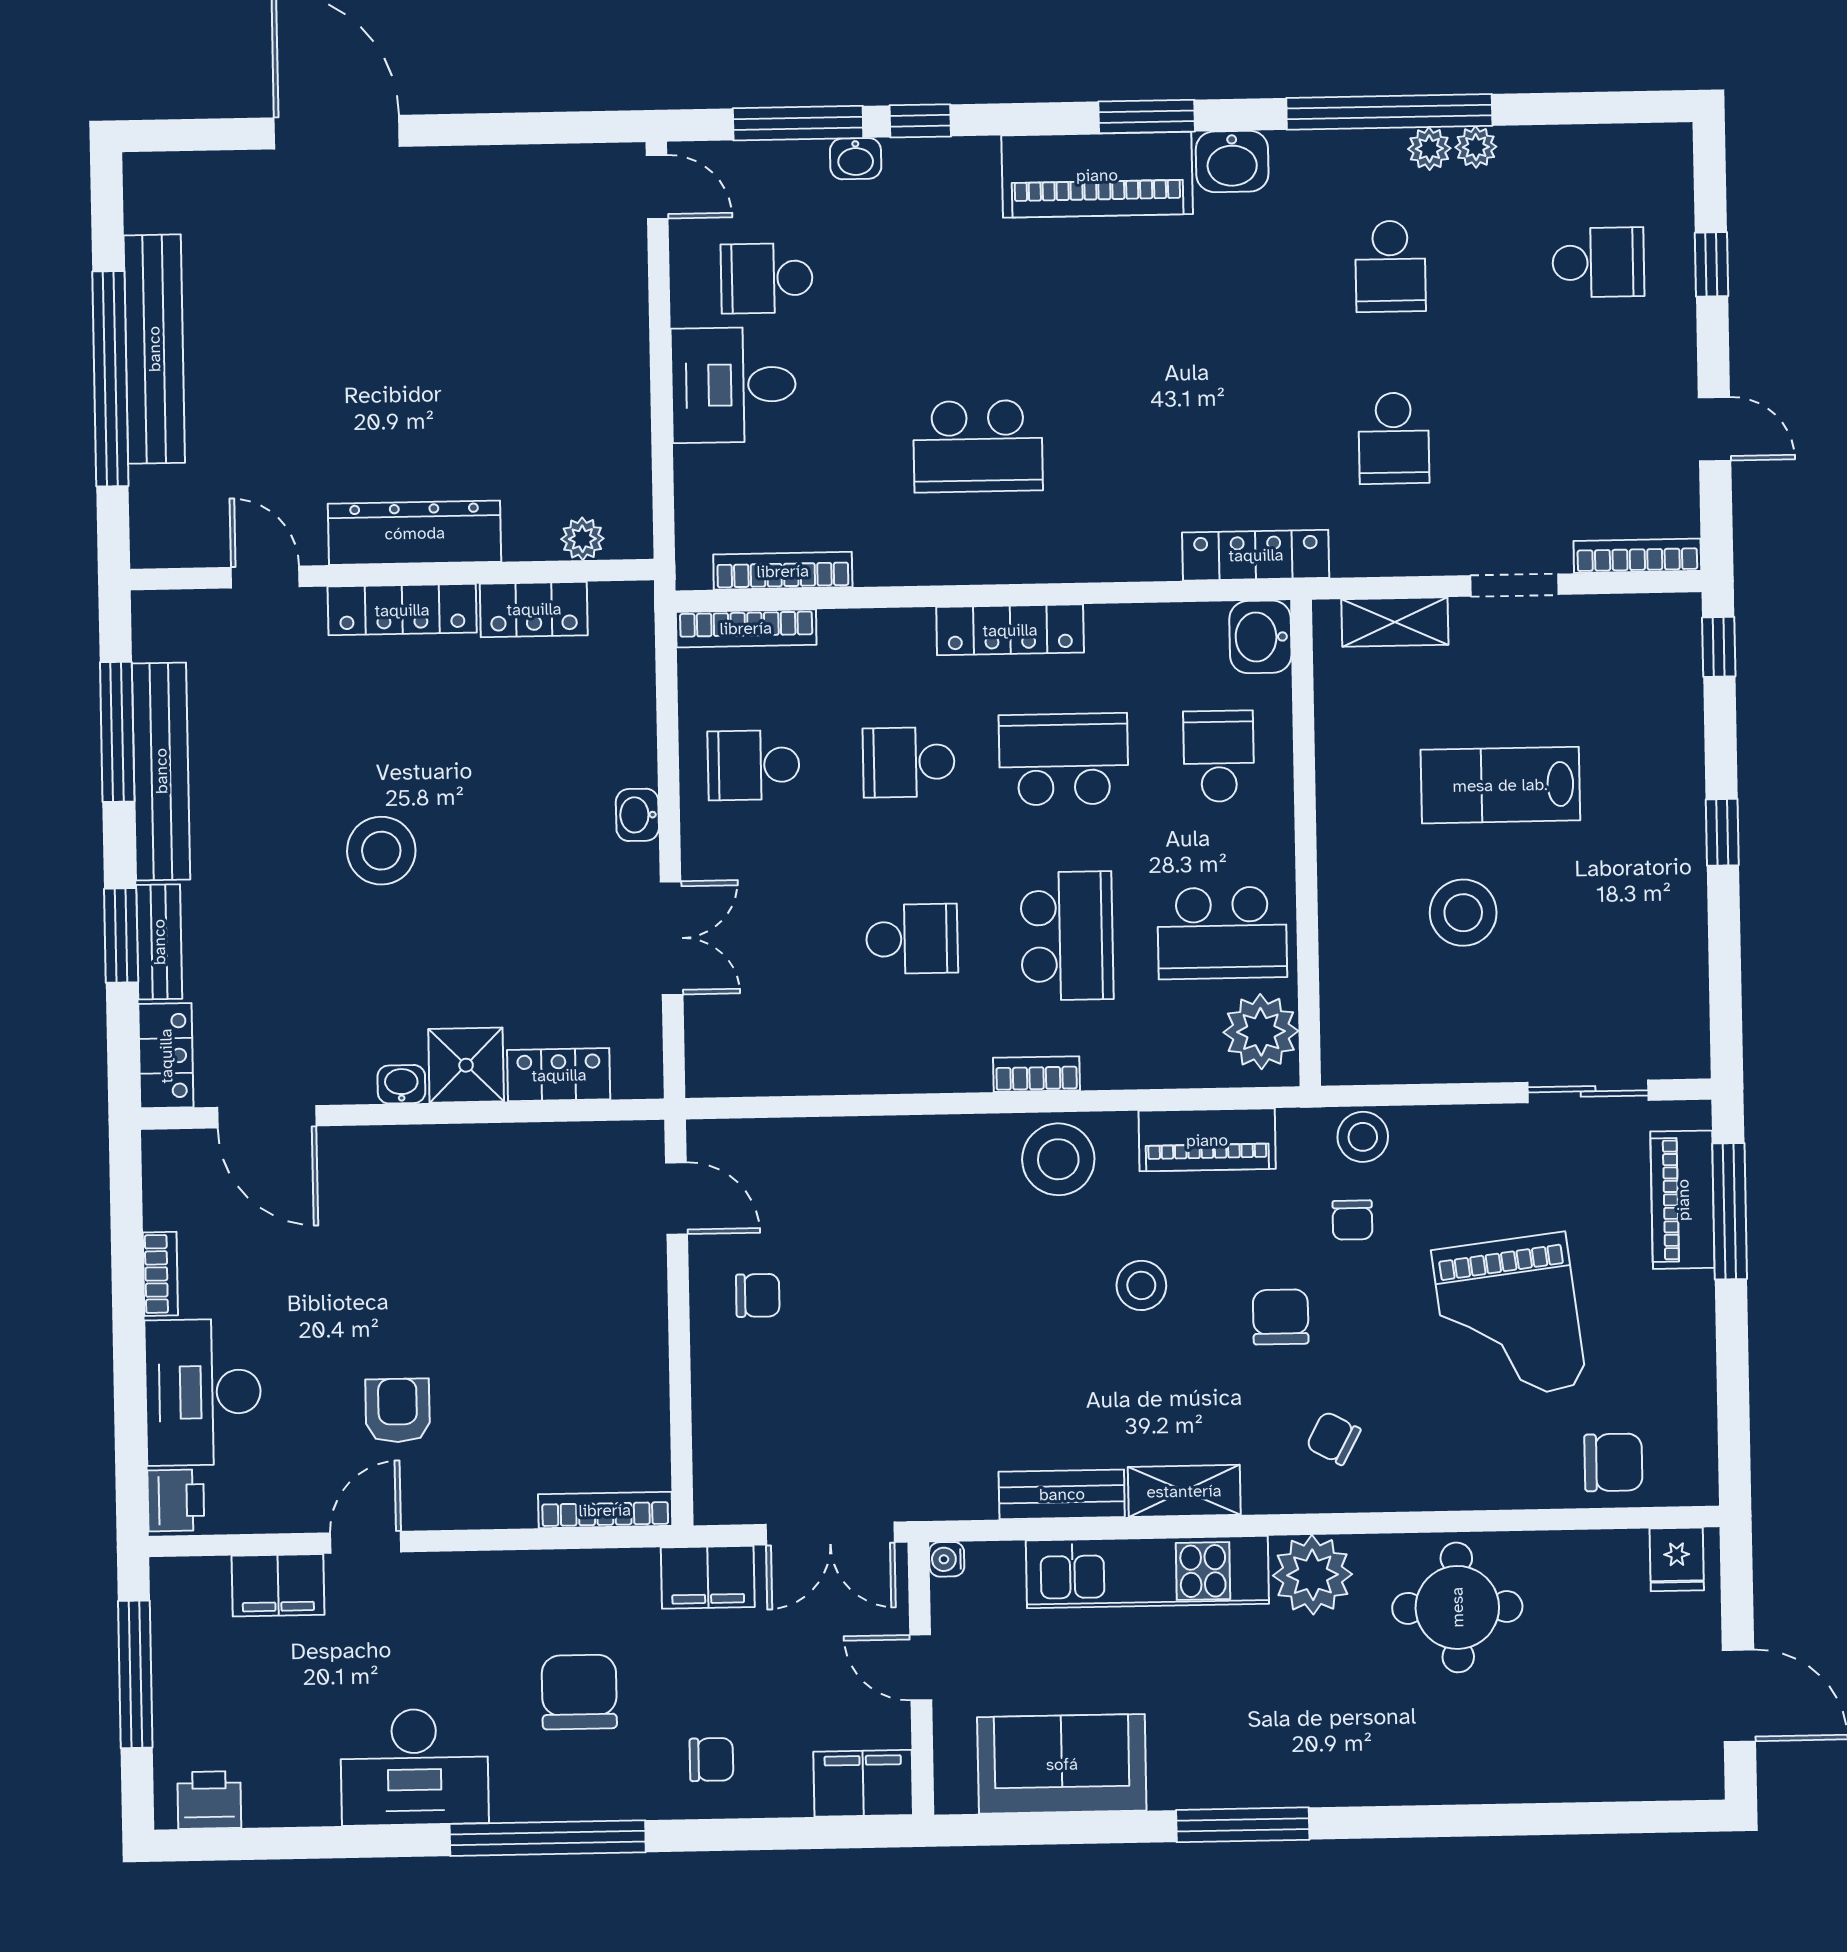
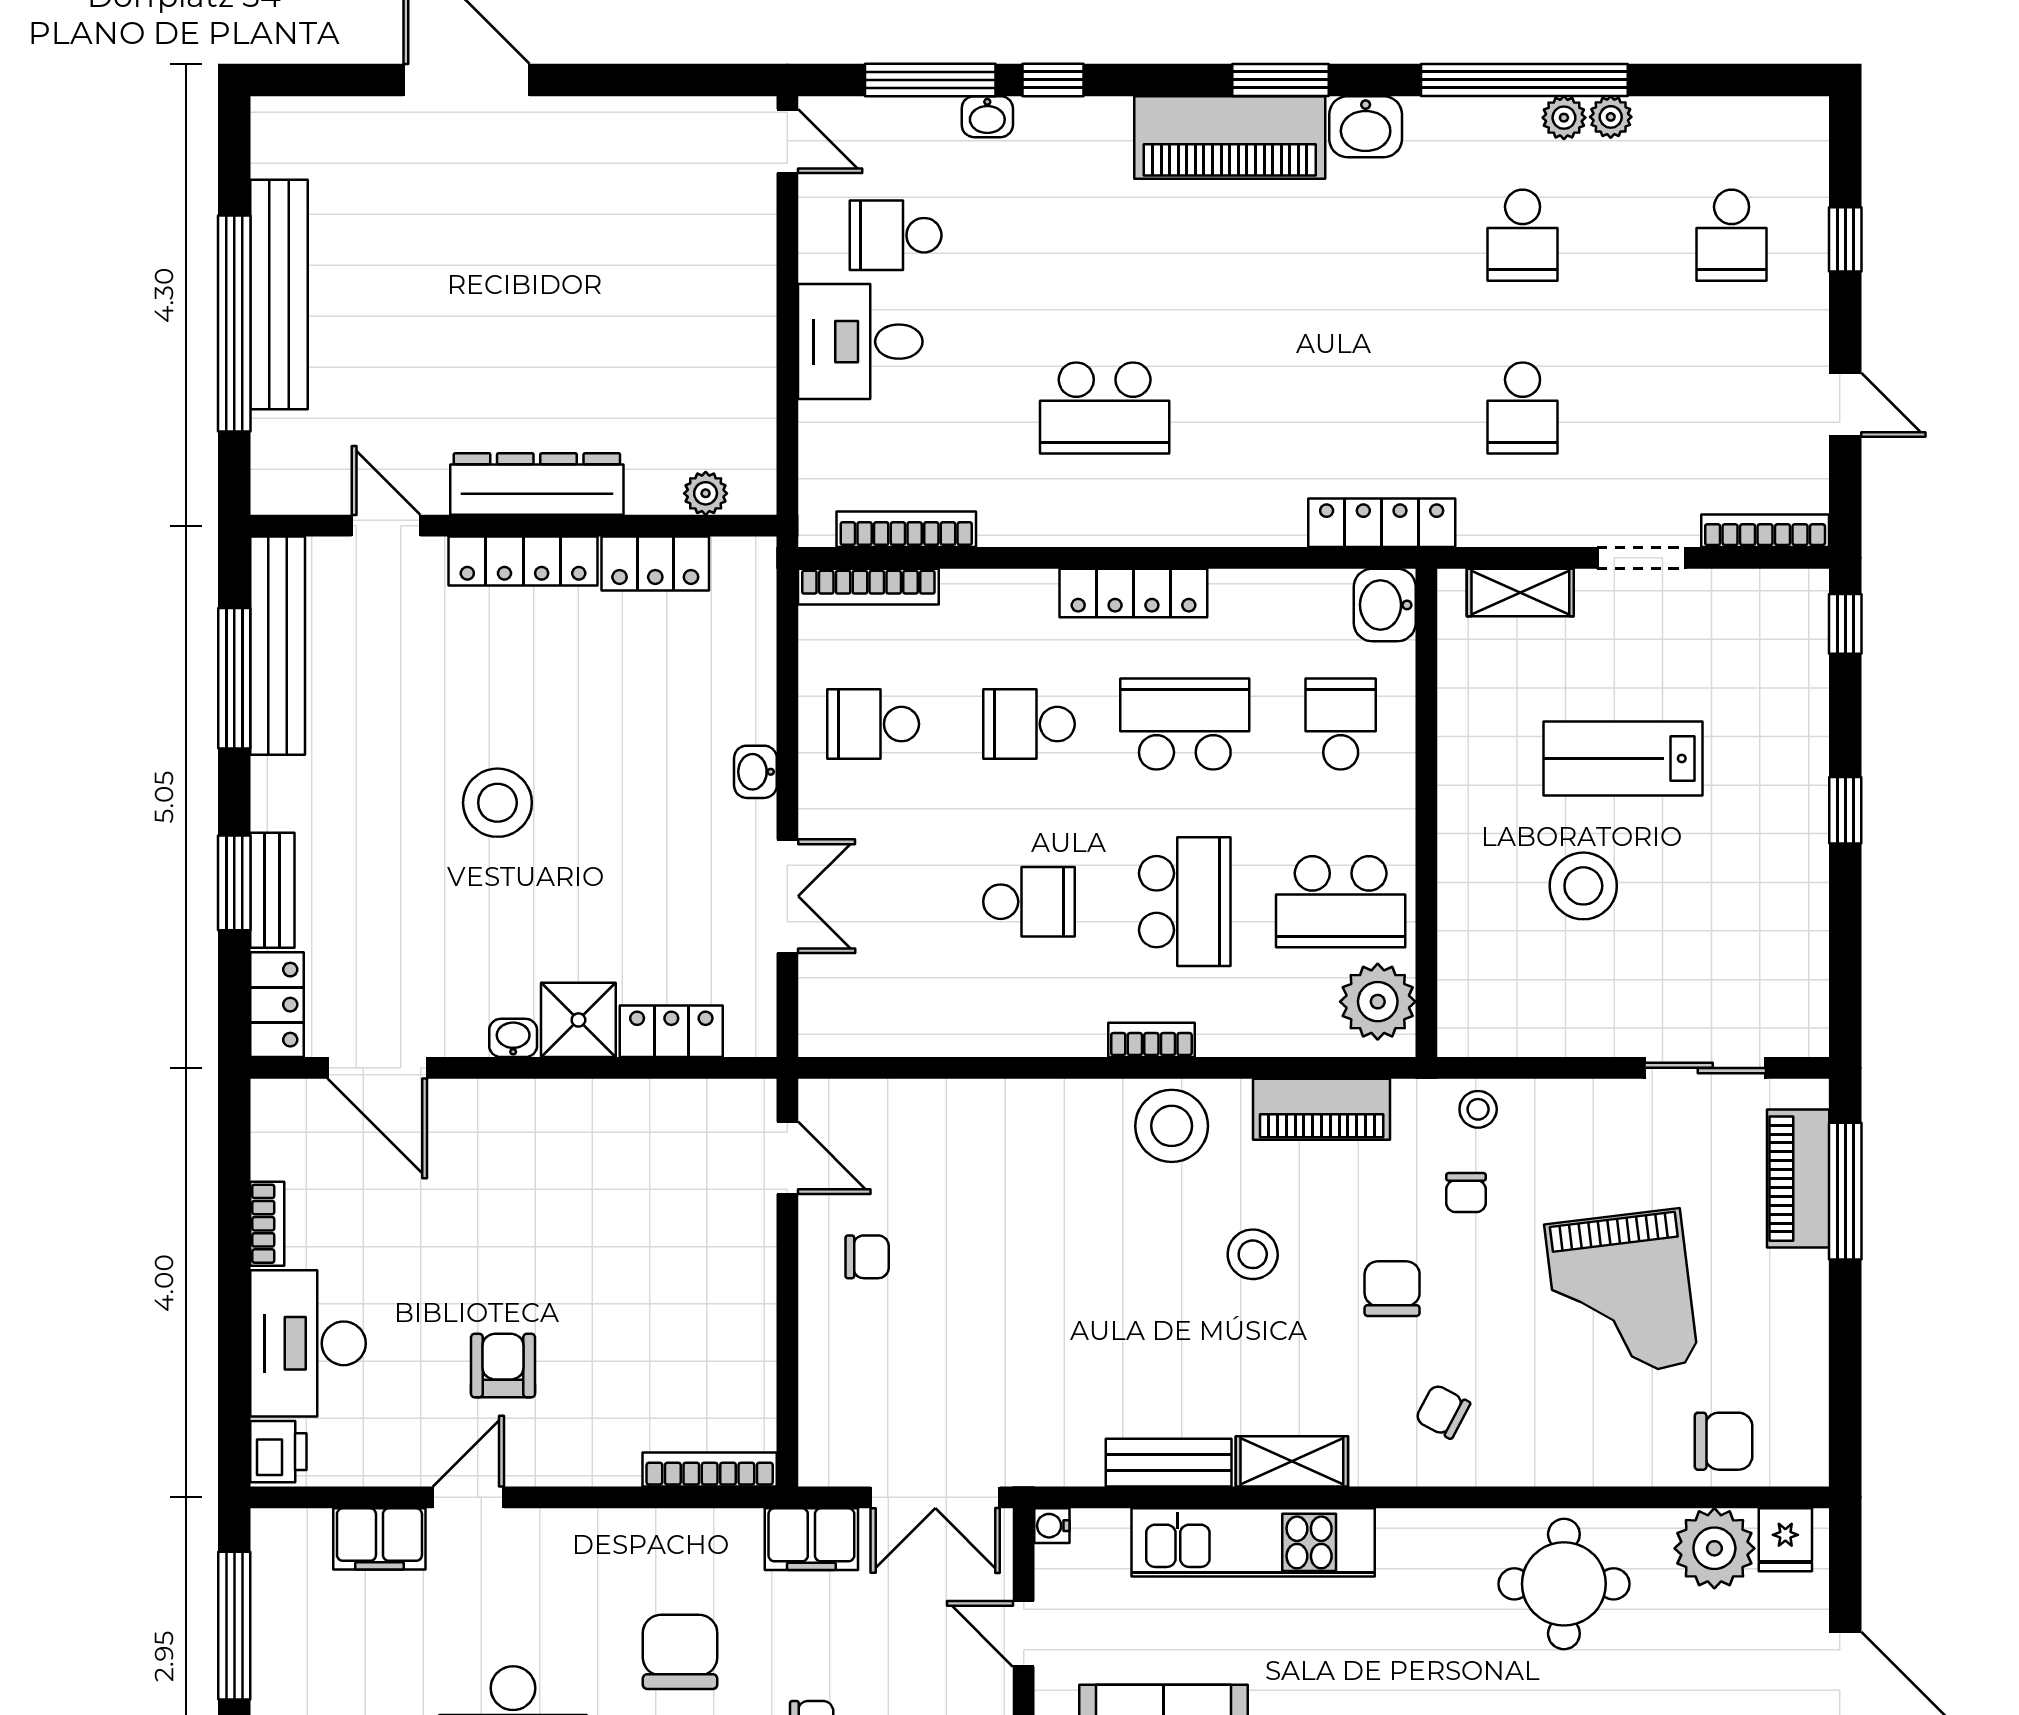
school desk: (1598, 262) -> (1732, 235), turned 90
bench: (161, 771) -> (278, 646), moved
stool: (1363, 1137) -> (1478, 1109), width x0.73, depth x0.73
plant: (1313, 1575) -> (1714, 1548), moved

